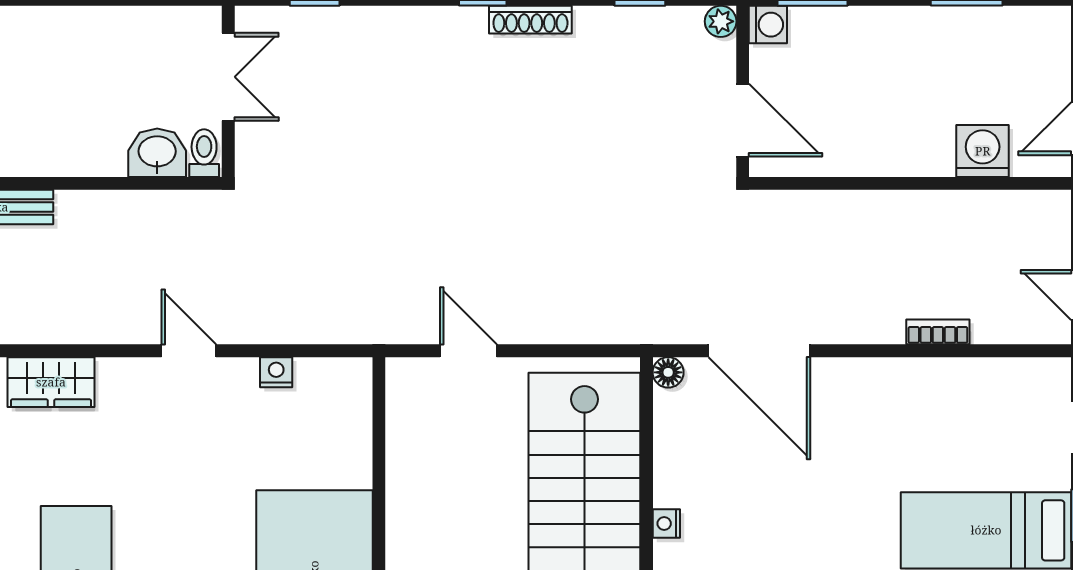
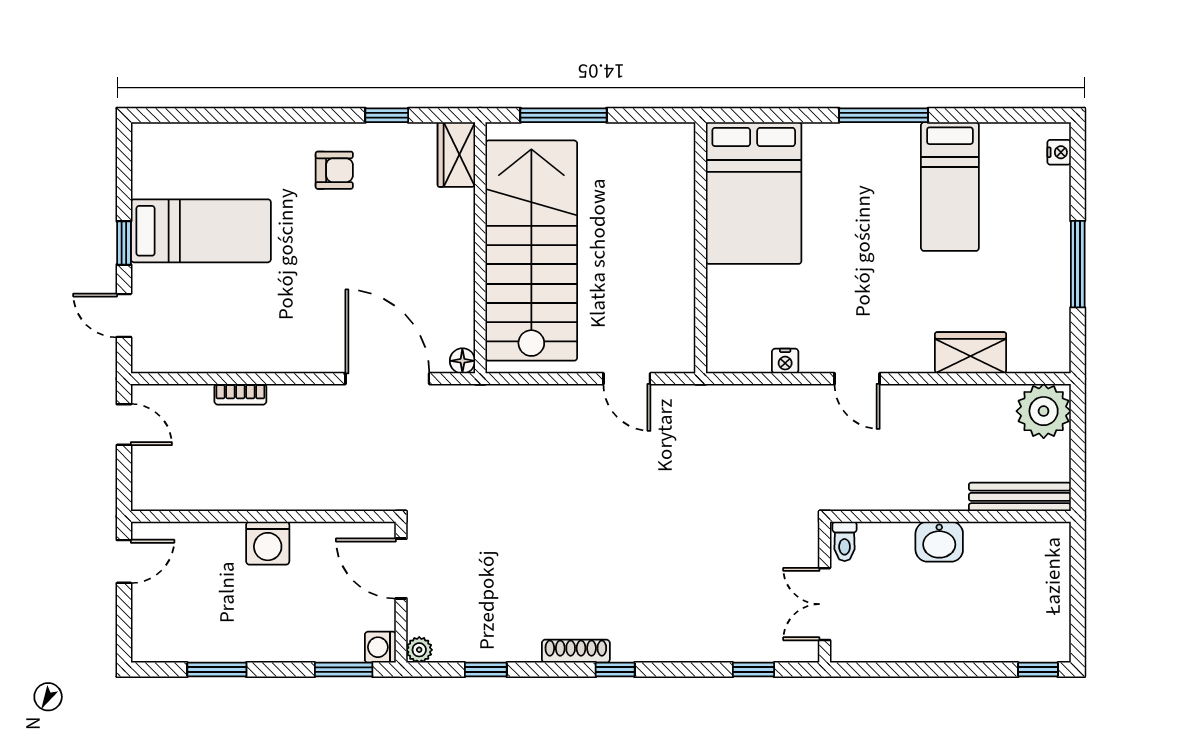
washing machine: (983, 151) -> (268, 543), moved
washbasin: (157, 153) -> (939, 542), moved
nightstand: (666, 523) -> (464, 236), removed

